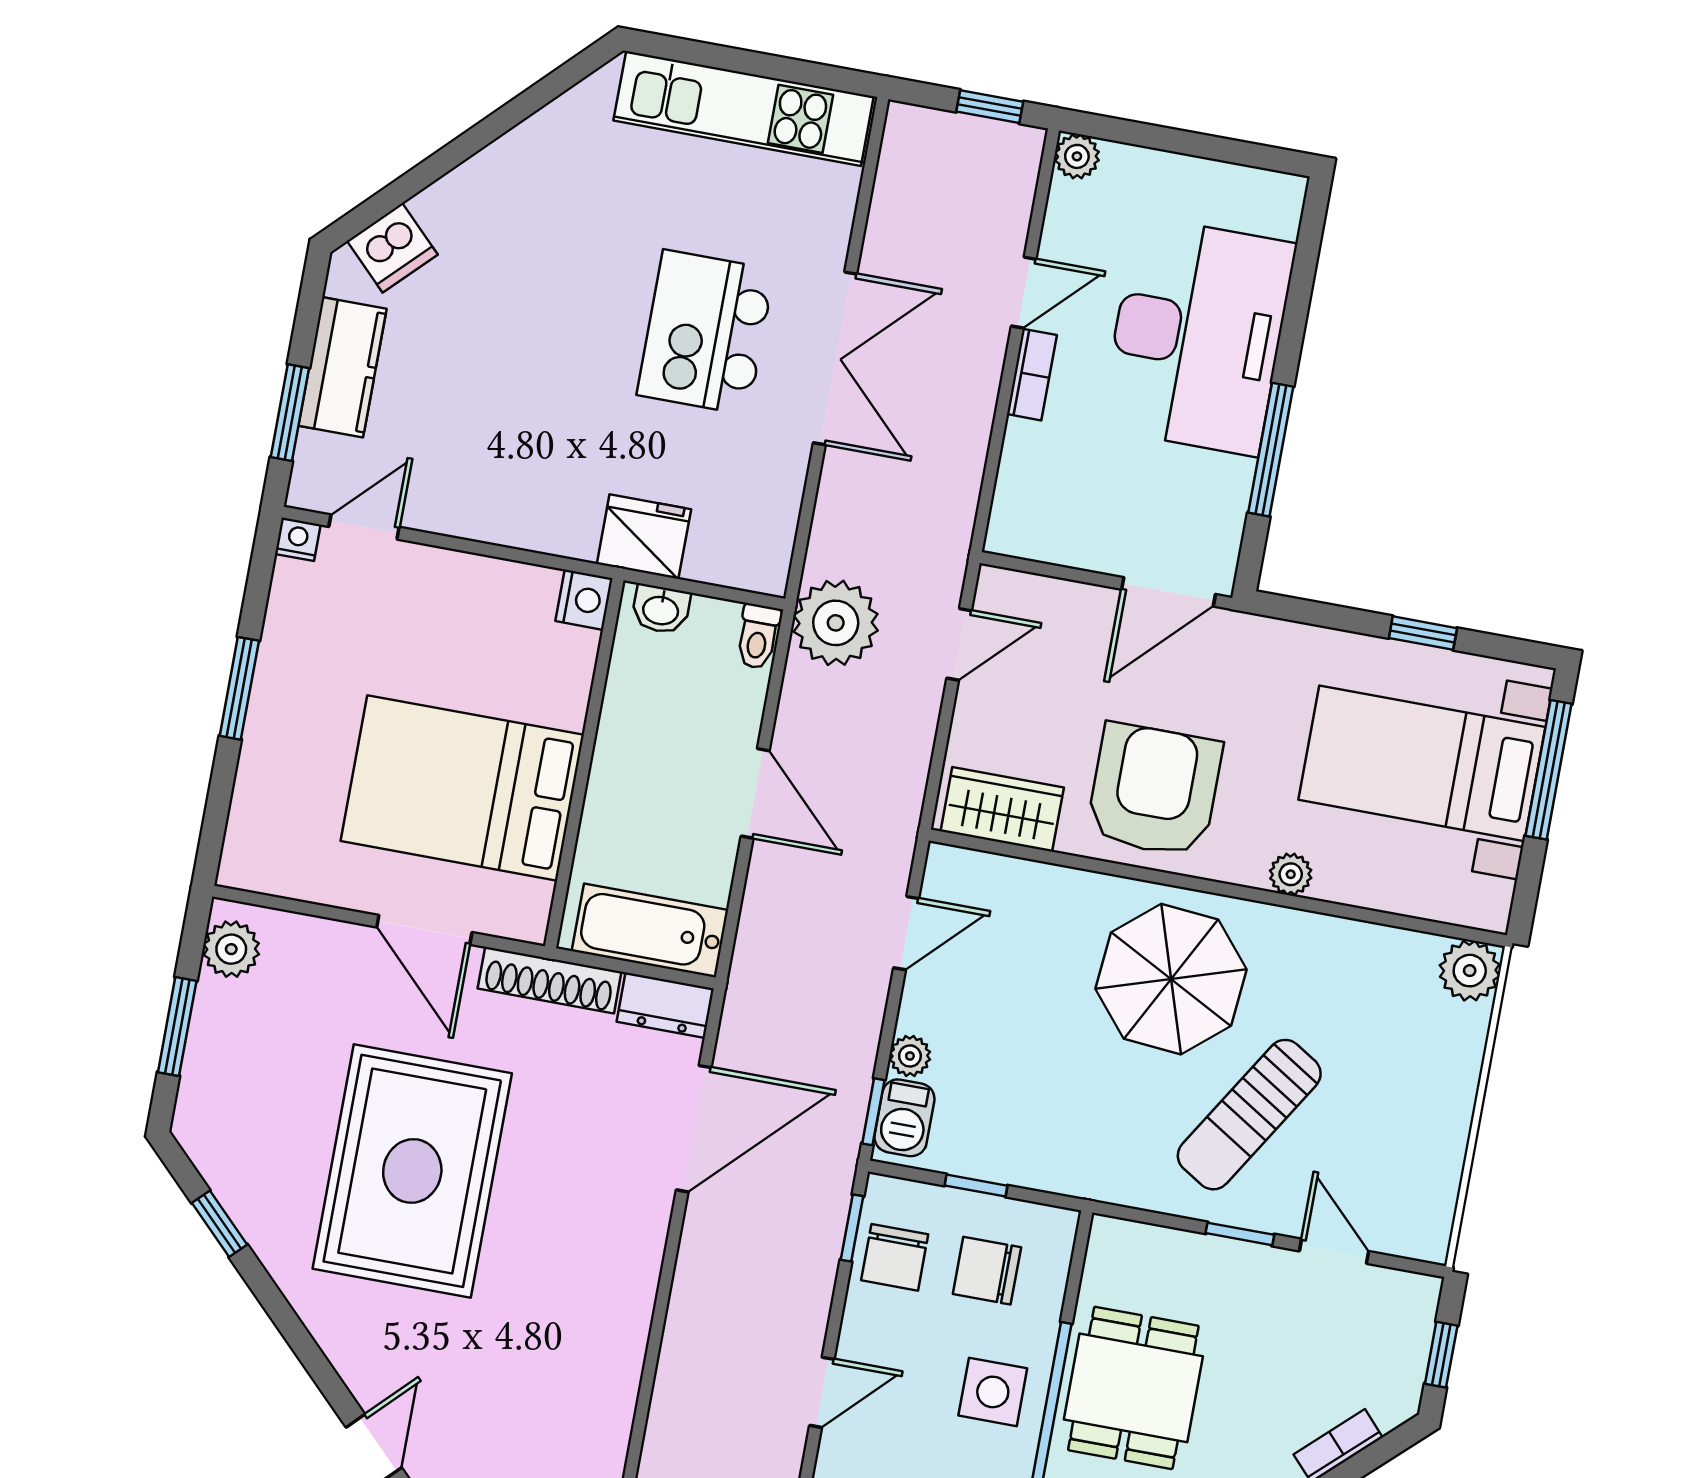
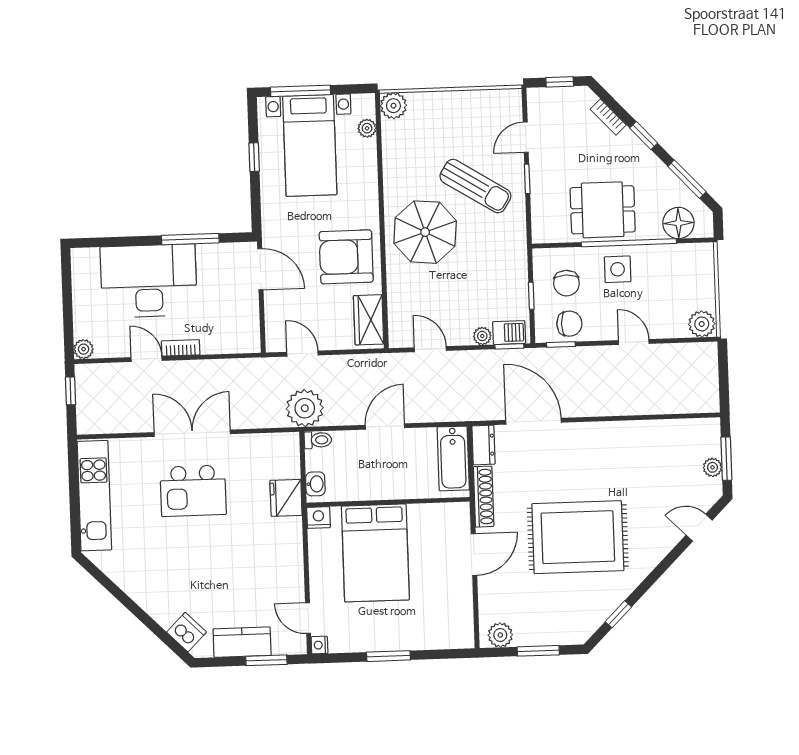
bed: (462, 788) -> (375, 553), moved
plant: (1291, 874) -> (367, 128), moved

